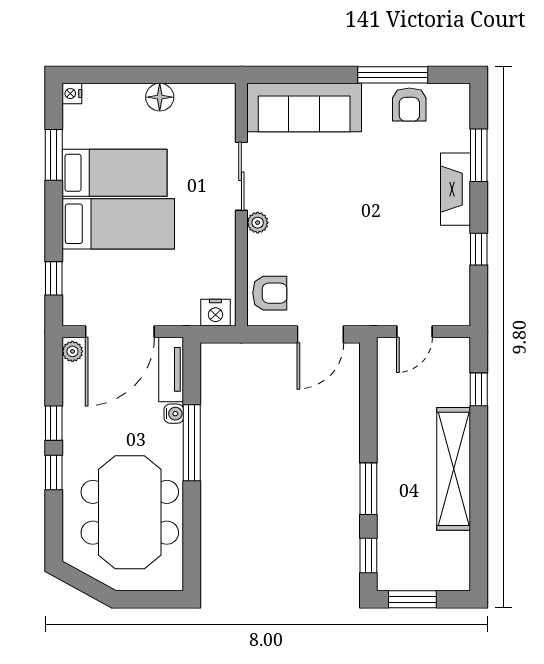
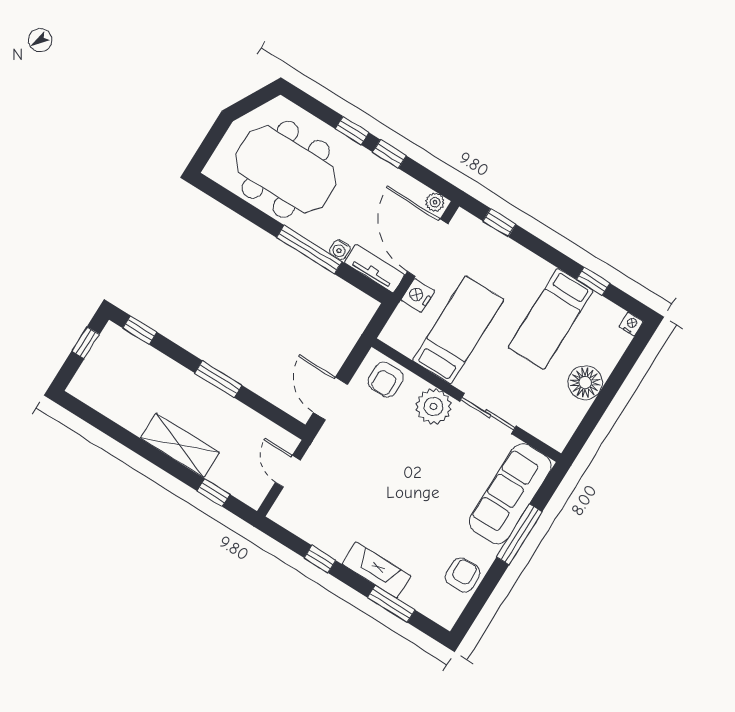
window: (393, 75) -> (519, 534), moved
floor lamp: (160, 97) -> (585, 383), width x1.38, depth x1.38
armchair: (409, 105) -> (463, 575), turned 88
window: (54, 155) -> (593, 281), width x0.67
plant: (258, 223) -> (433, 407), width x1.88, depth x1.88
bed: (118, 224) -> (458, 330), moved, turned 180
nightstand: (215, 313) -> (418, 295), moved
shelving: (454, 469) -> (180, 445), width x0.68
window: (368, 489) -> (218, 379), moved
window: (412, 599) -> (86, 343), width x0.67

